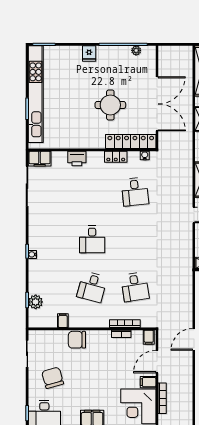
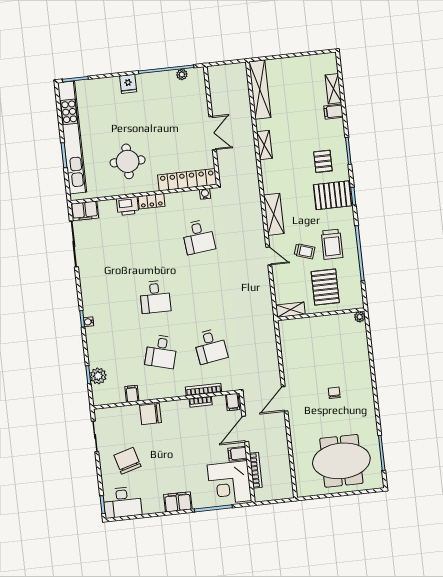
double door: (157, 104) -> (213, 133), width x0.54
round table: (110, 105) -> (128, 161), moved
locker: (116, 157) -> (151, 201), moved

